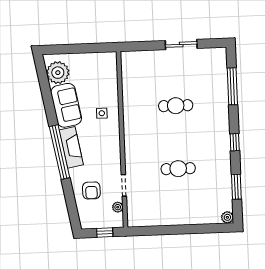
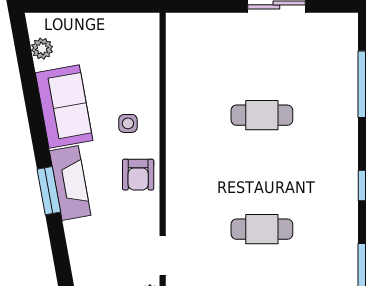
plant: (58, 73) -> (42, 49), width x0.53, depth x0.53
window: (60, 152) -> (49, 191), width x0.47
armchair: (91, 190) -> (138, 175), moved

